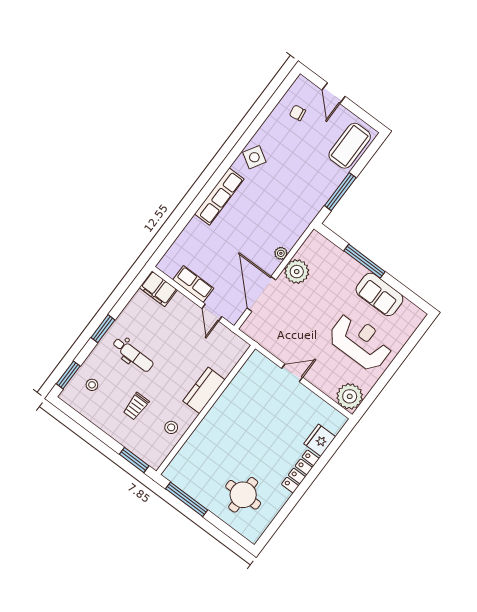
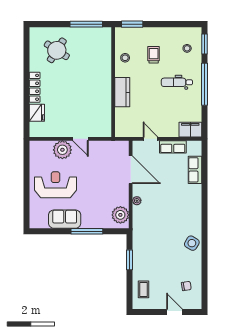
coffee table: (350, 146) -> (143, 289), width x0.54, depth x0.58
window: (340, 192) -> (130, 260), width x0.69
row of seats: (219, 196) -> (195, 170), moved, width x0.68
plant: (297, 272) -> (120, 215), moved
window: (103, 329) -> (204, 84), width x2.11
reception desk: (360, 342) -> (55, 185), turned 180
door: (292, 373) -> (81, 139), hinge flipped
plant: (350, 396) -> (62, 150), moved
round table: (243, 495) -> (57, 50), turned 33

